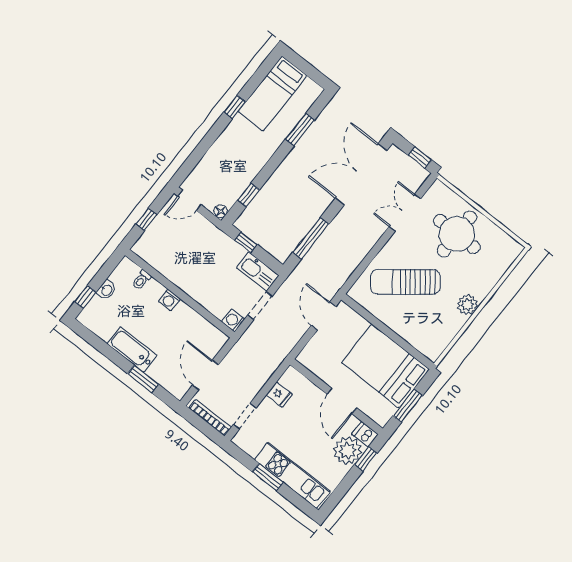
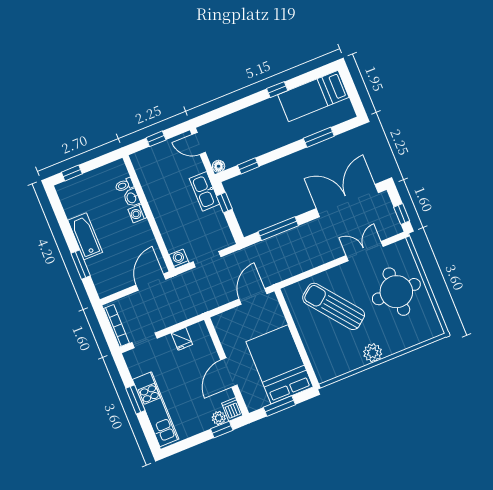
kitchen sink: (258, 272) -> (205, 191), moved
washbasin: (107, 290) -> (132, 198), moved, turned 90
door: (205, 375) -> (151, 282), moved
plant: (348, 451) -> (219, 418), width x0.53, depth x0.53

